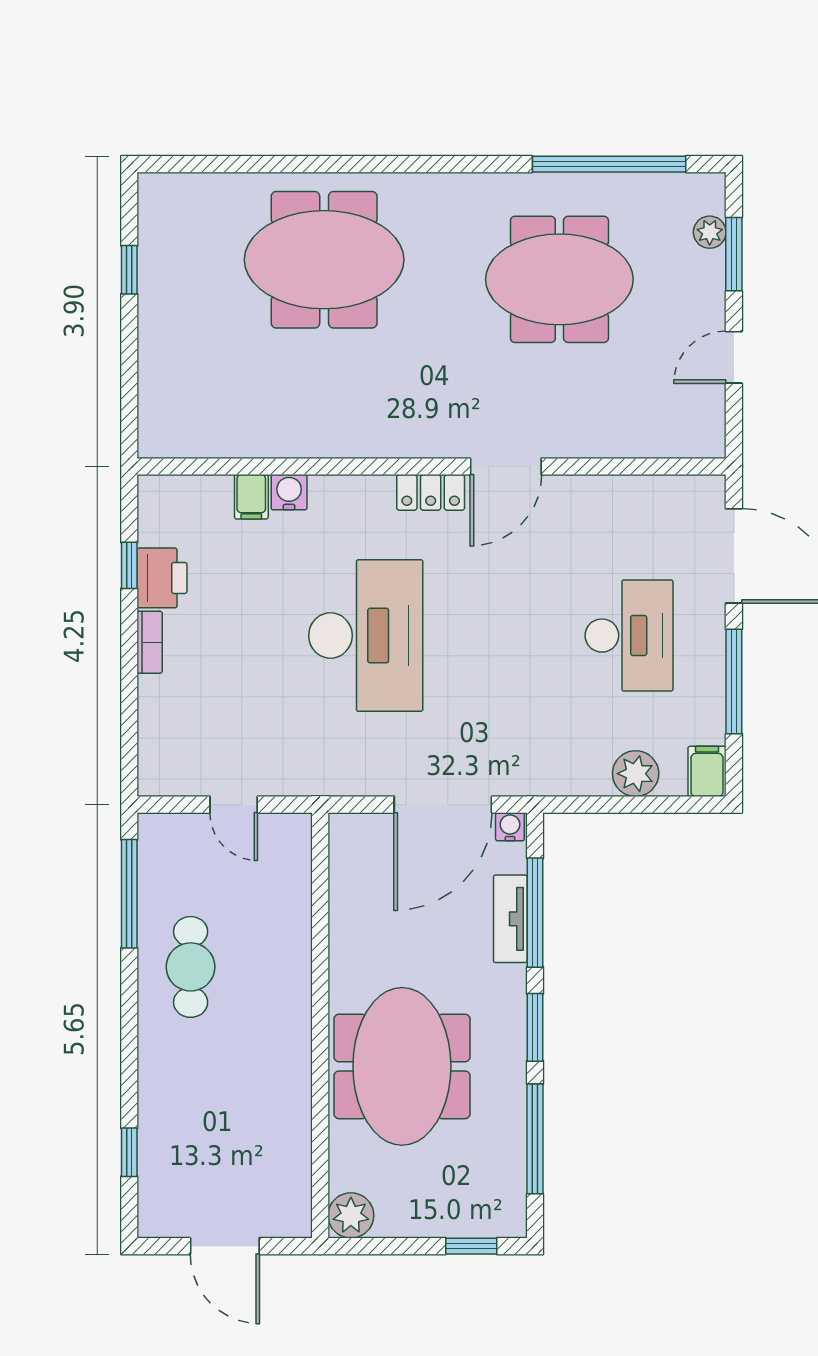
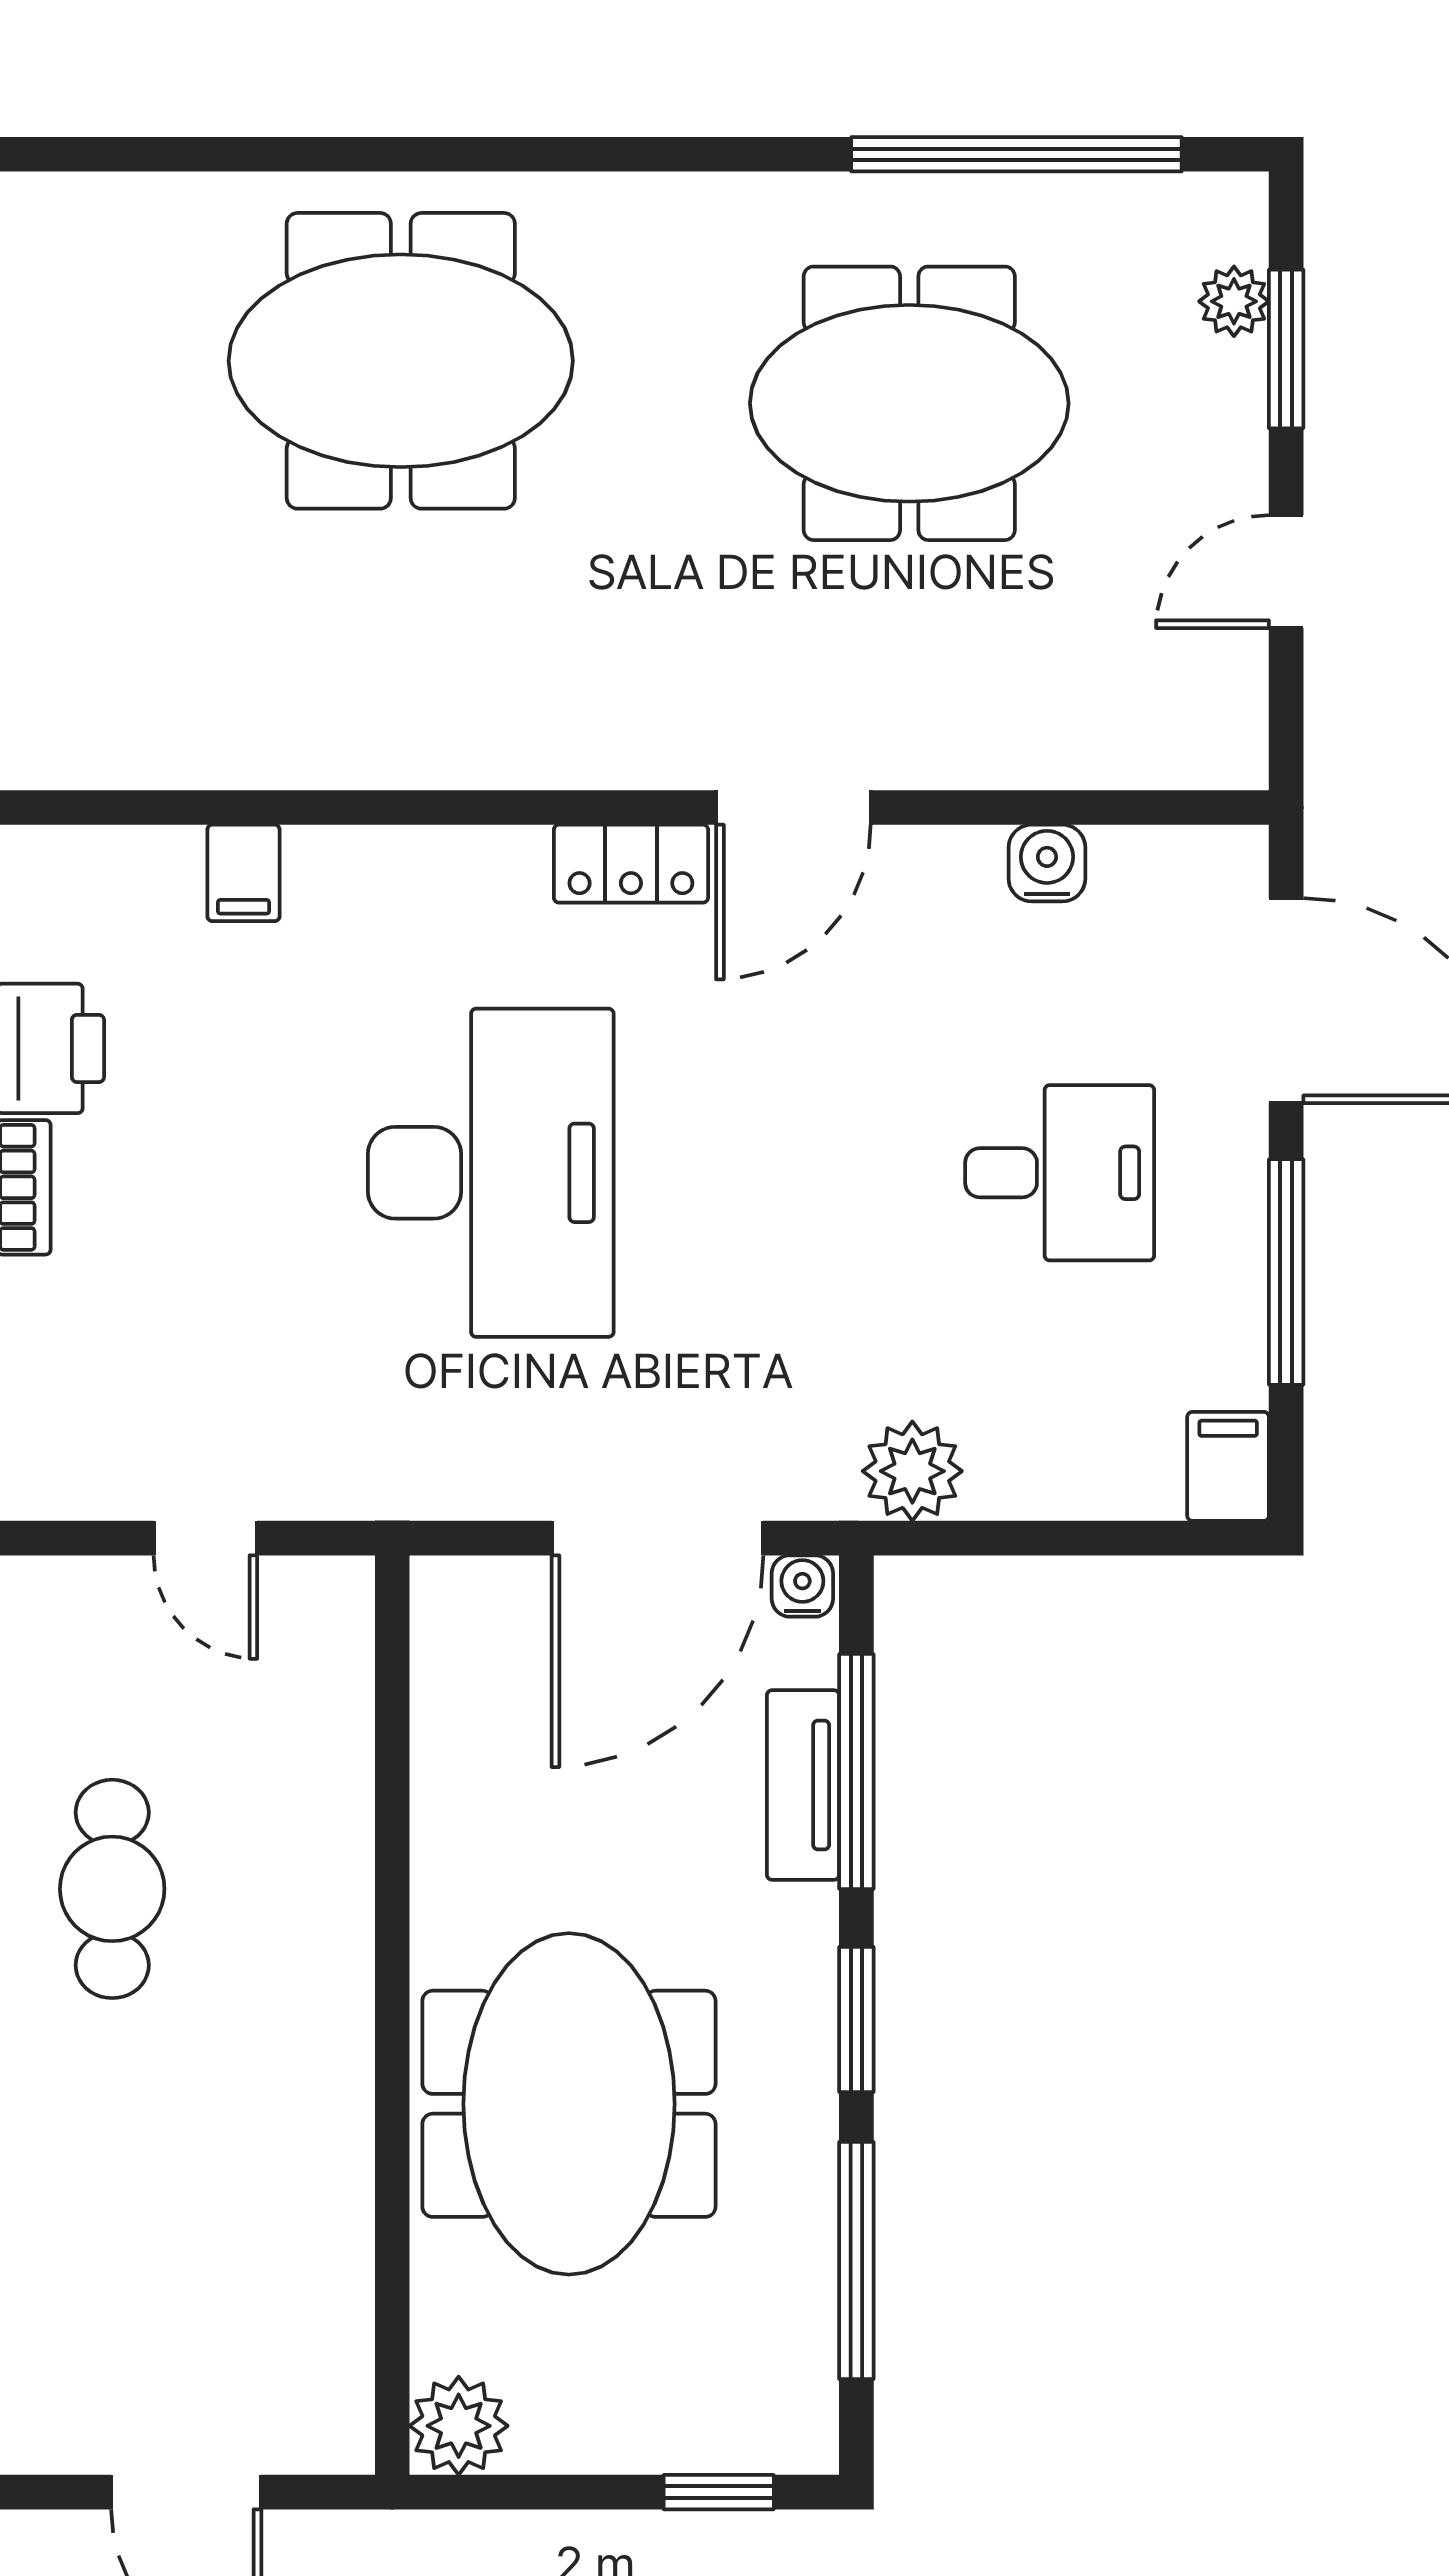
water cooler: (289, 492) -> (1047, 863), moved
desk: (629, 636) -> (1060, 1173), width x0.73
plant: (636, 774) -> (912, 1471), moved

